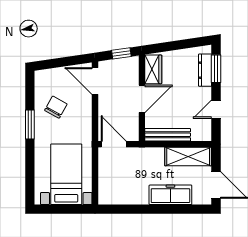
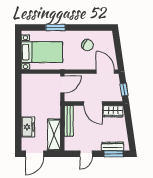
door: (95, 81) -> (105, 72), hinge flipped
door: (216, 109) -> (86, 154), swing flipped
window: (30, 125) -> (55, 27), moved
freezer: (170, 195) -> (28, 127), width x0.71

